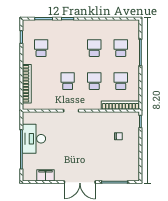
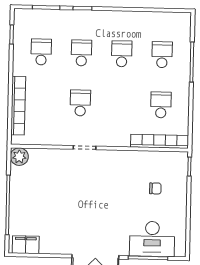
school desk: (94, 81) -> (81, 53), moved
plant: (28, 117) -> (19, 157), added
desk: (34, 139) -> (152, 239), moved, turned -90
filing cabinet: (45, 175) -> (26, 245), moved

